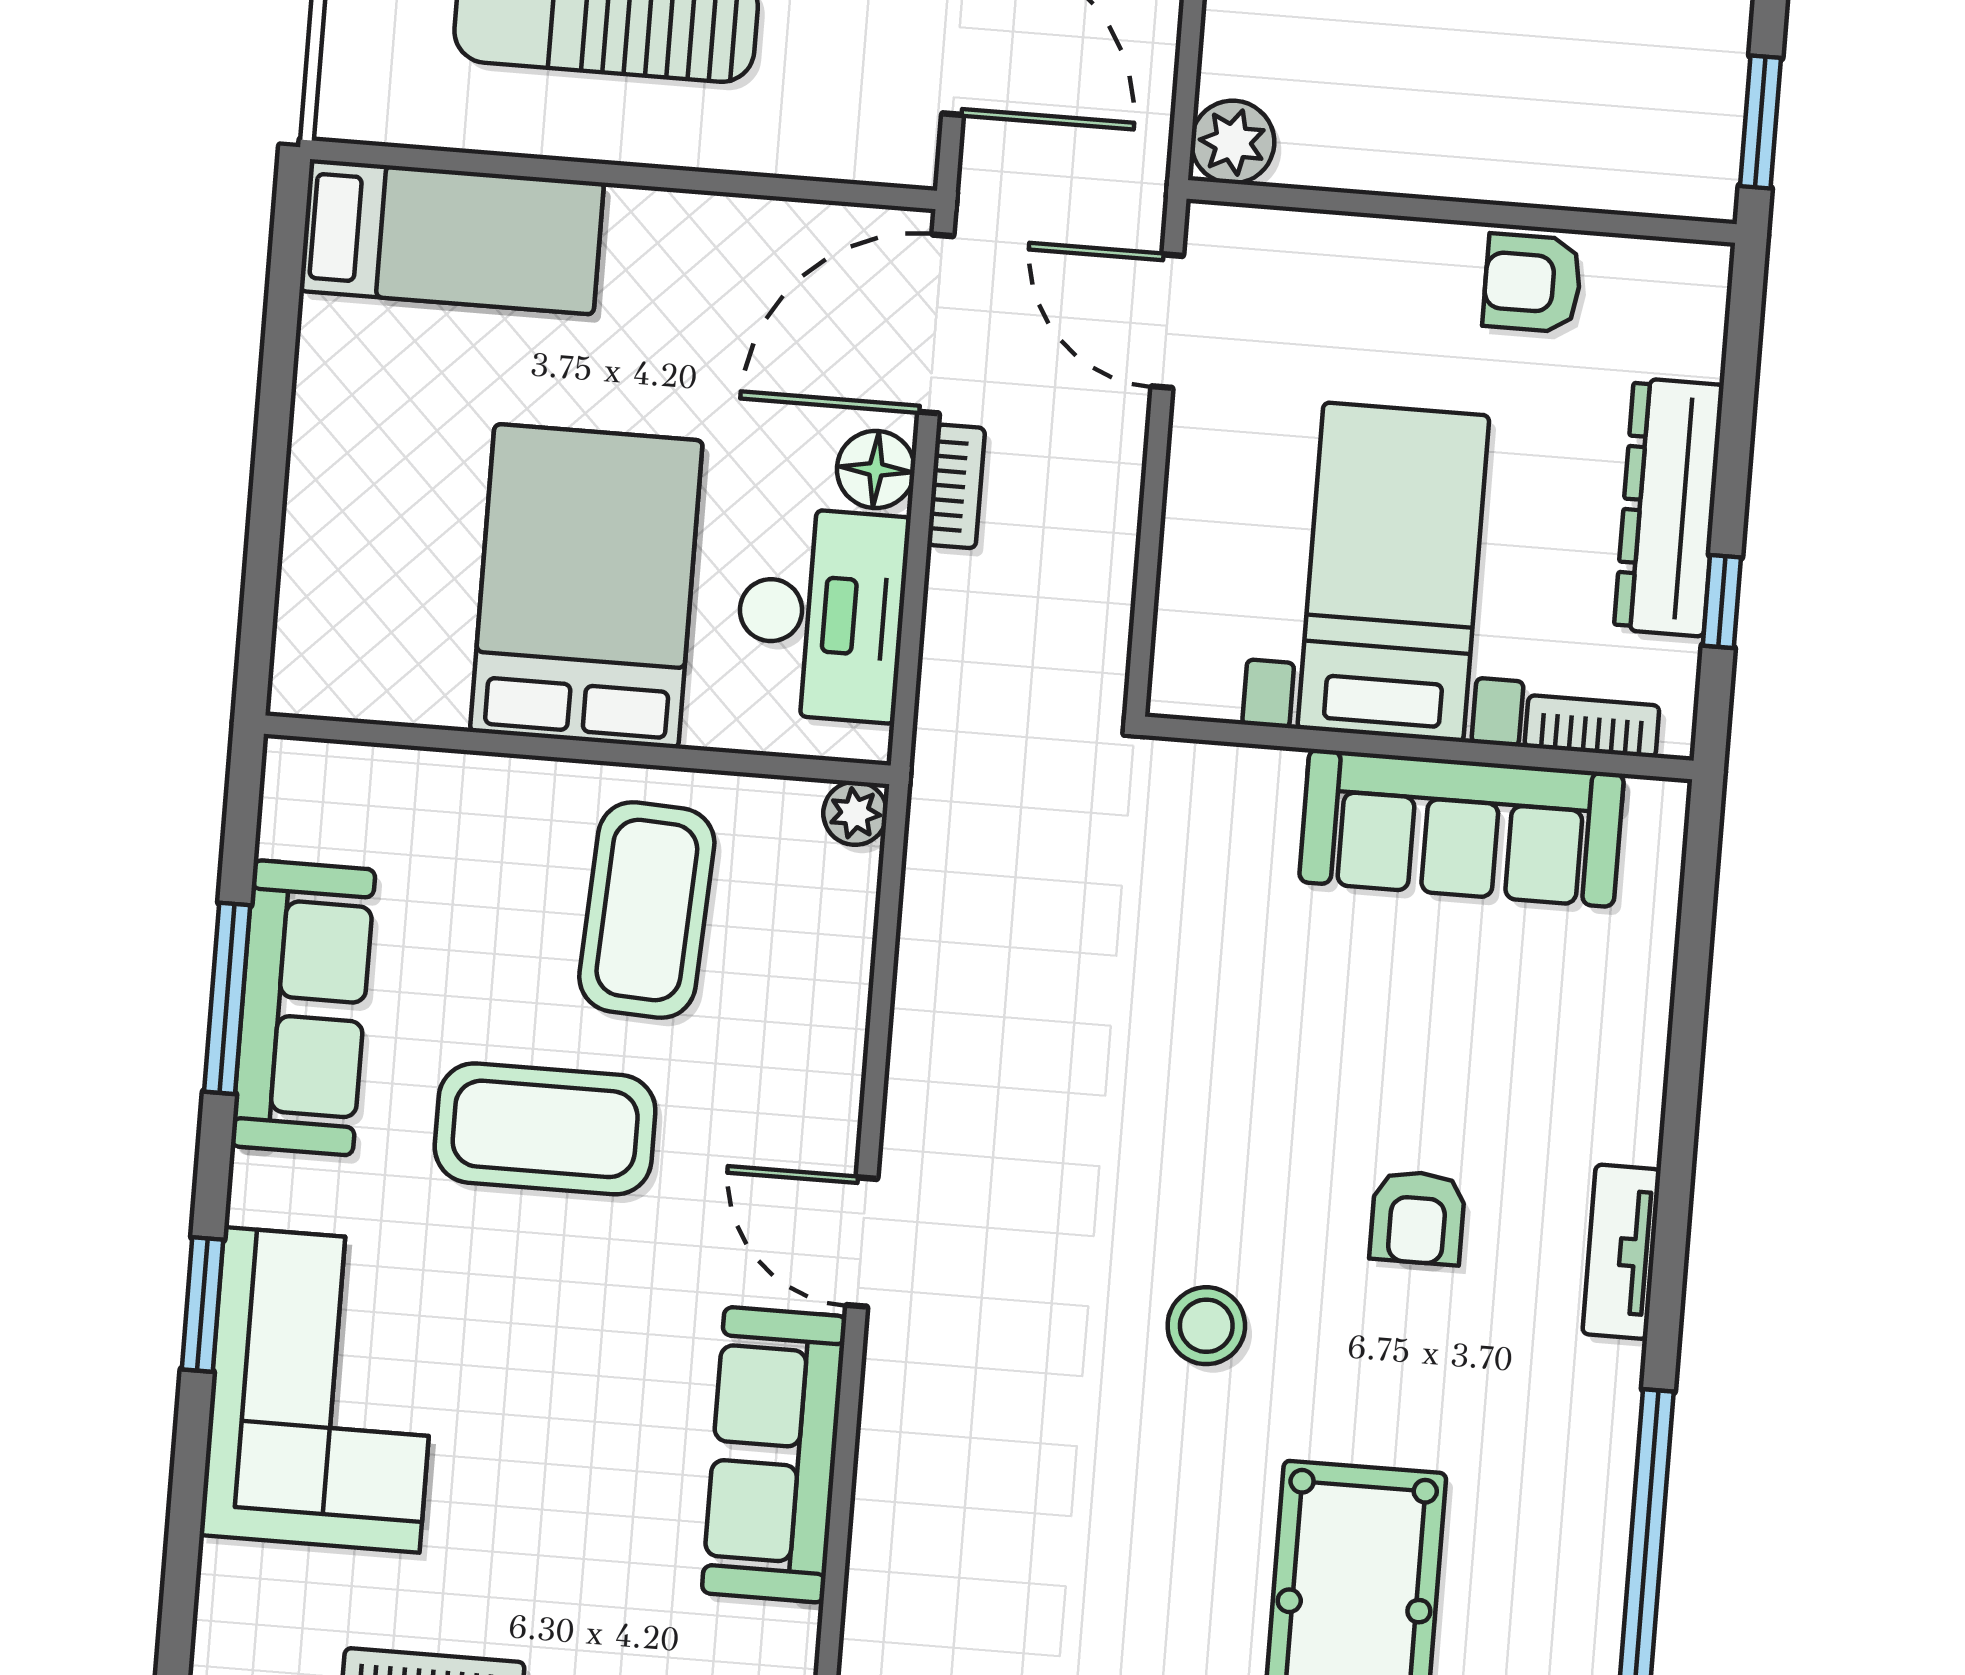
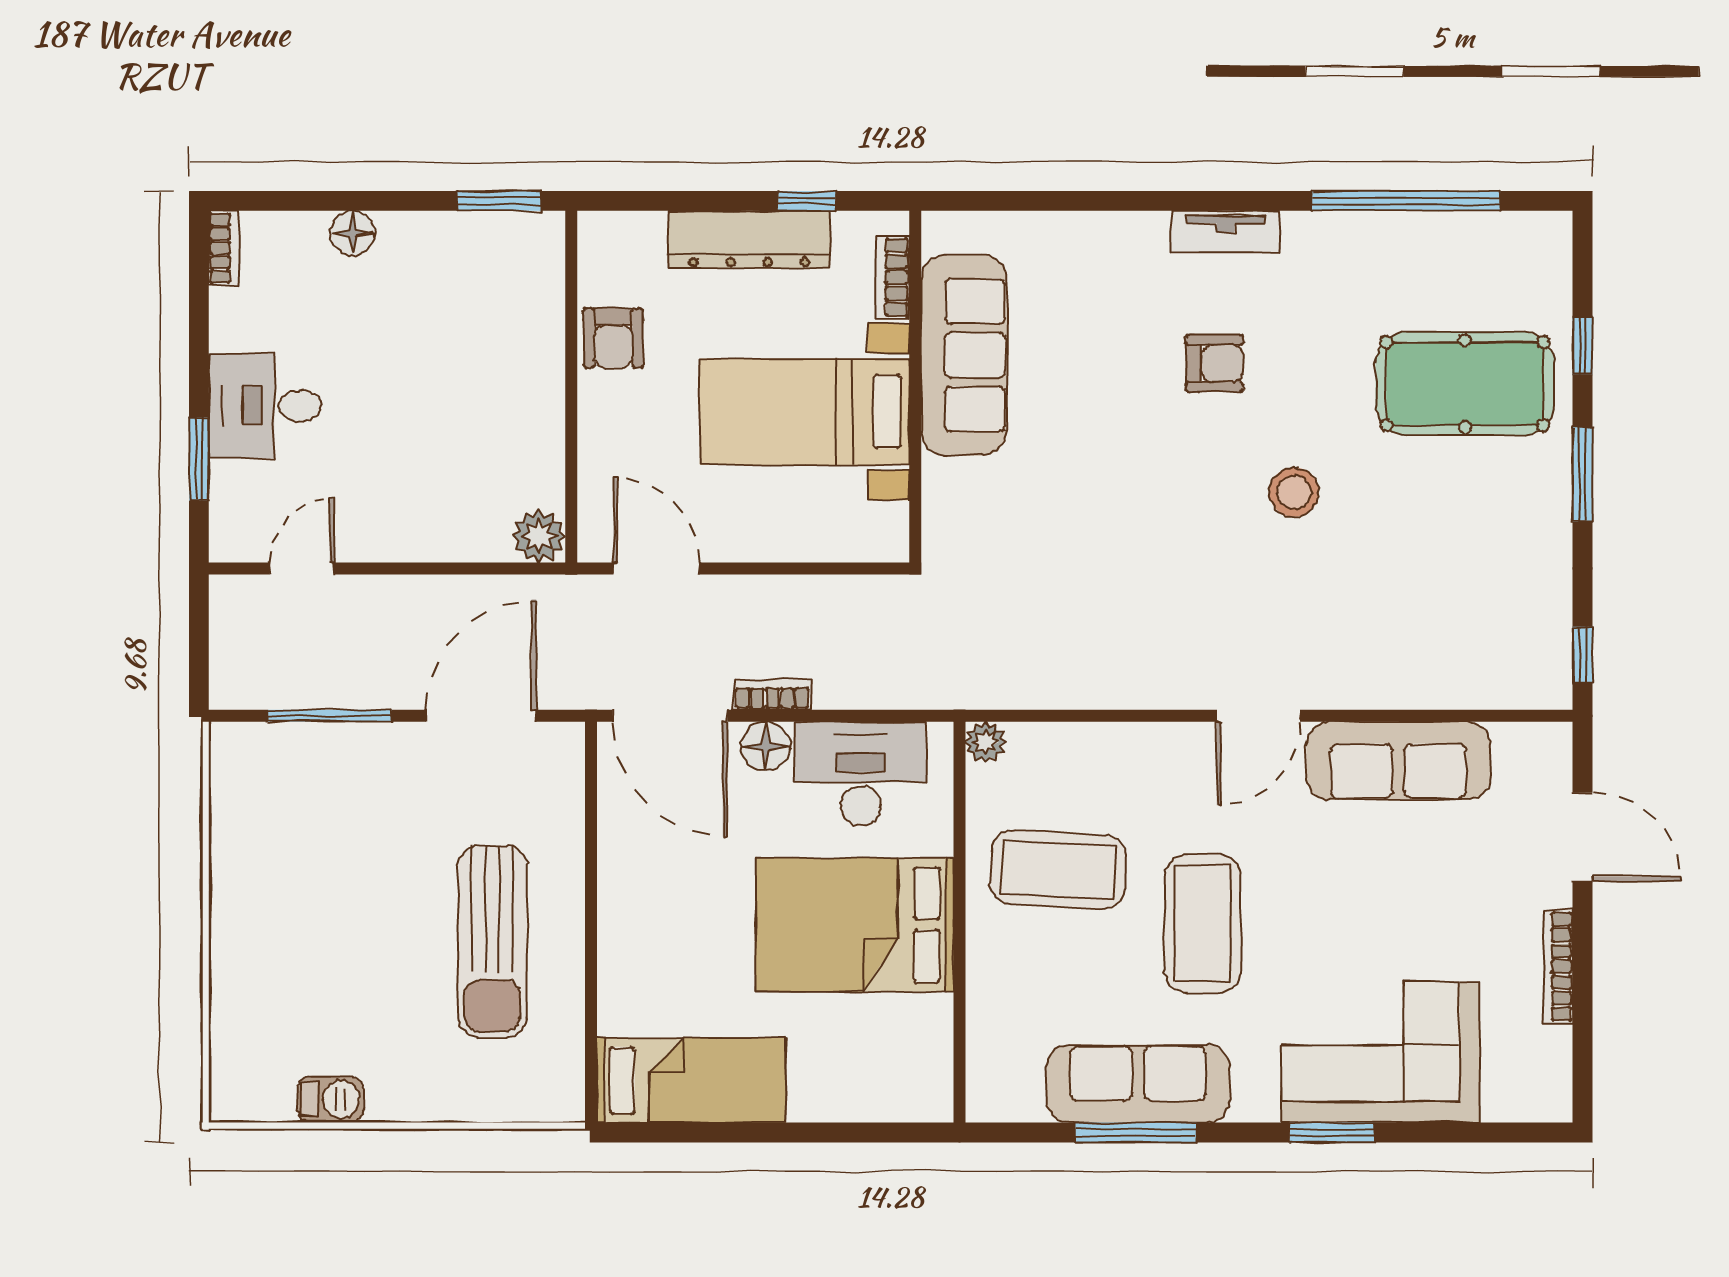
bed: (452, 237) -> (691, 1080), moved, turned 90
door: (1167, 321) -> (656, 568), swing flipped

